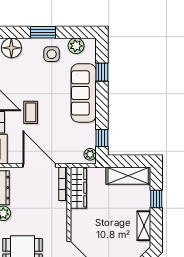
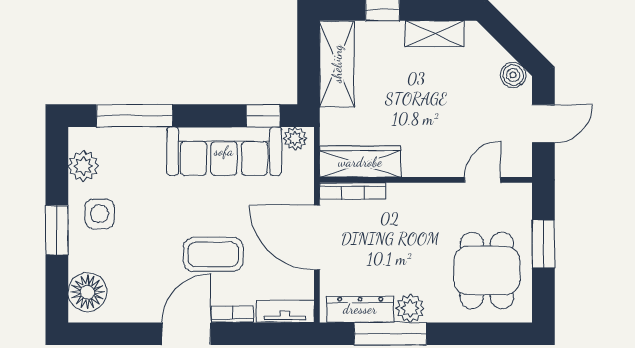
window: (102, 72) -> (135, 116), width x2.17
sofa: (84, 93) -> (224, 151), moved
coffee table: (31, 112) -> (213, 254), width x1.36, depth x1.30
door: (39, 165) -> (317, 237), hinge flipped

